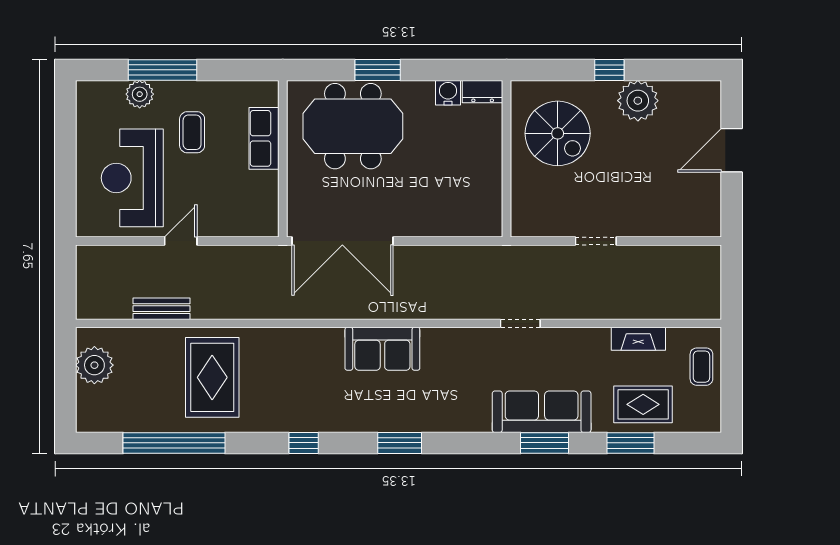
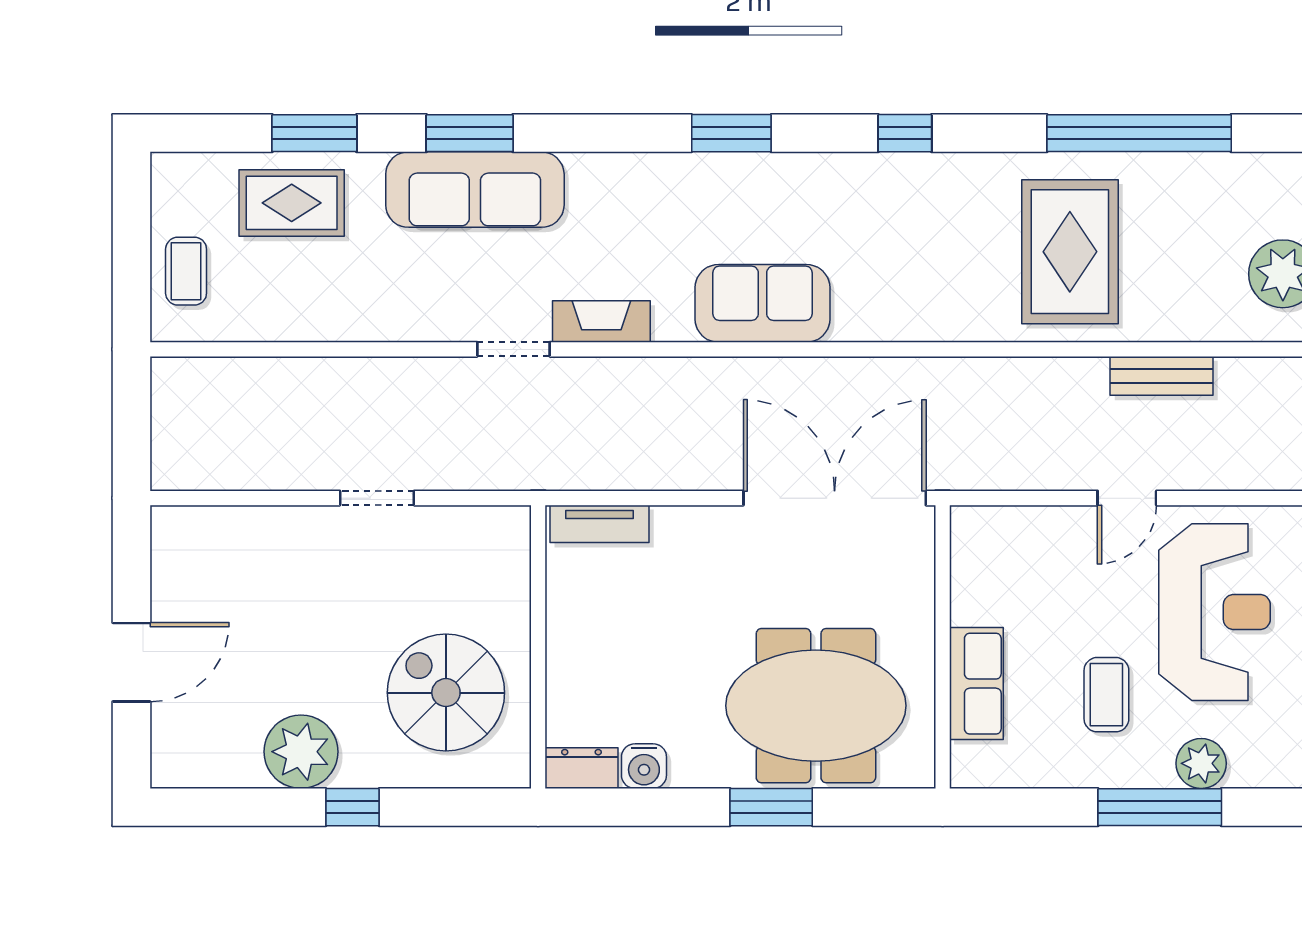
tv unit: (473, 227) -> (599, 524), added
fireplace: (638, 339) -> (601, 321), moved

